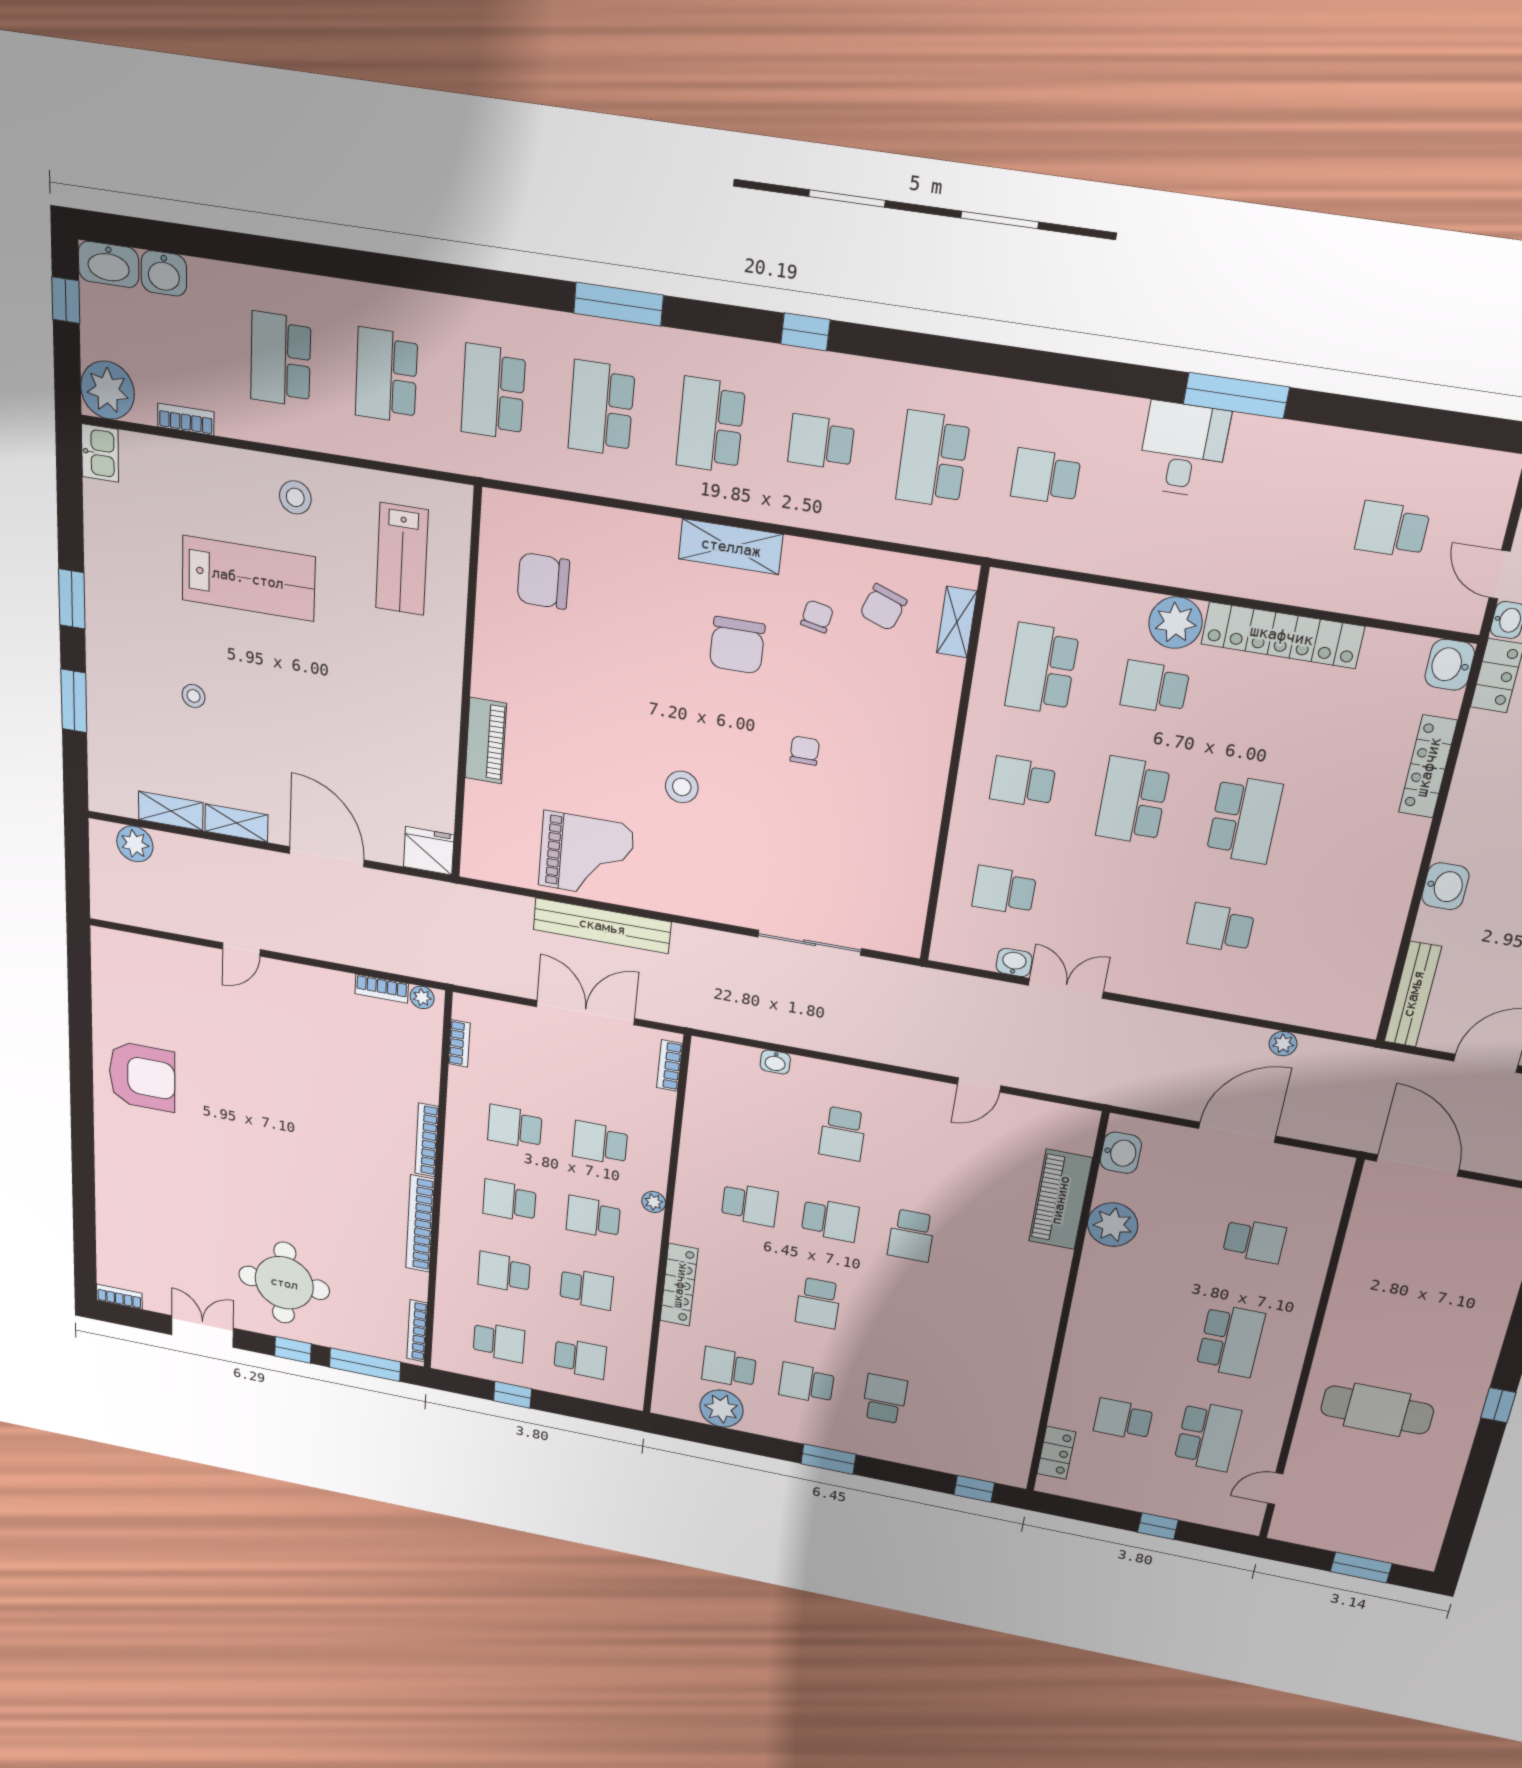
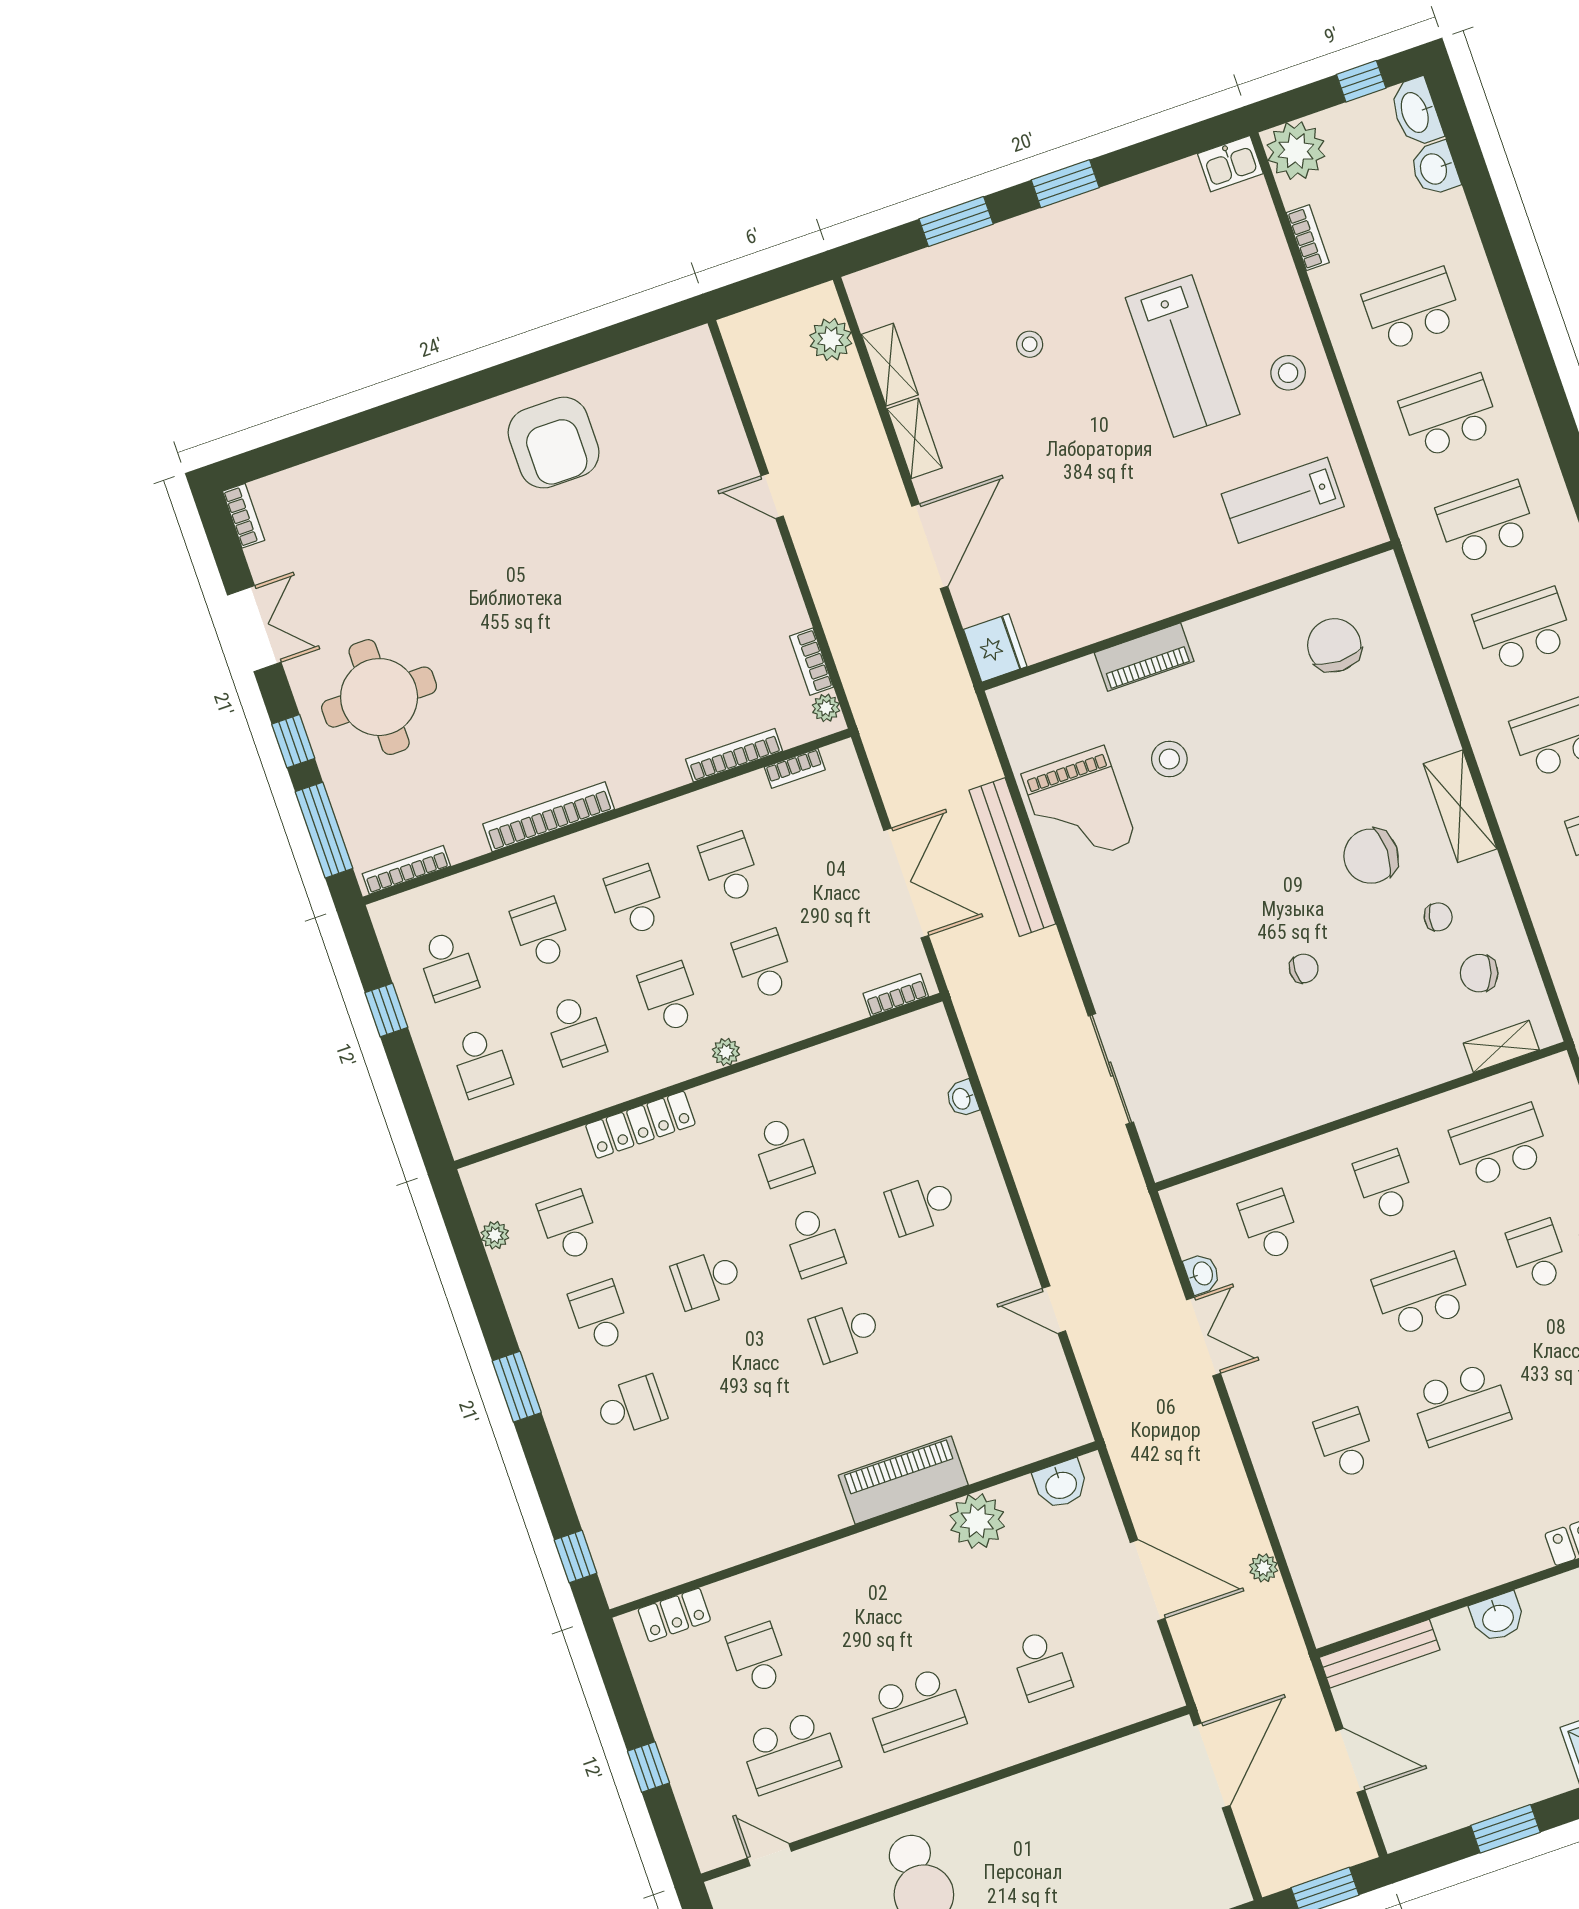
stool: (682, 787) -> (1169, 759), moved
bookcase: (427, 1140) -> (734, 755), moved
piano: (1060, 1200) -> (903, 1480), moved
plant: (722, 1409) -> (495, 1235), width x0.53, depth x0.53

